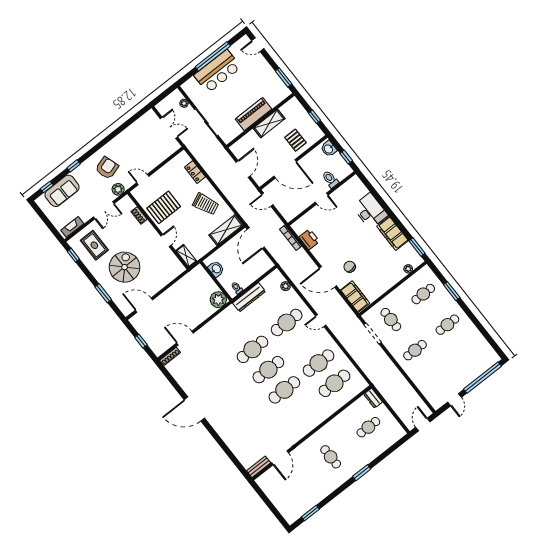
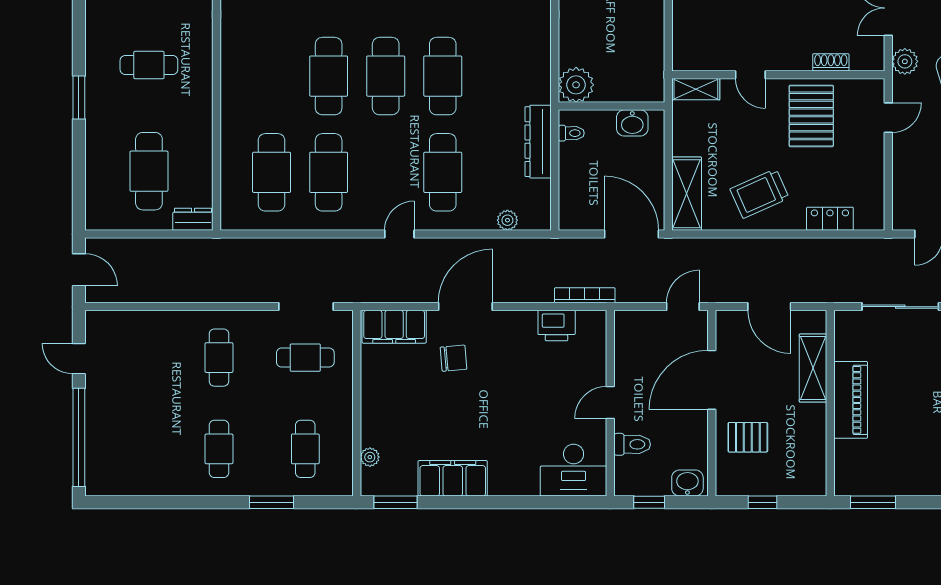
shelving: (269, 123) -> (813, 368), moved
desk: (370, 211) -> (574, 470), moved
cafe table: (368, 427) -> (149, 171), width x1.37, depth x1.35

